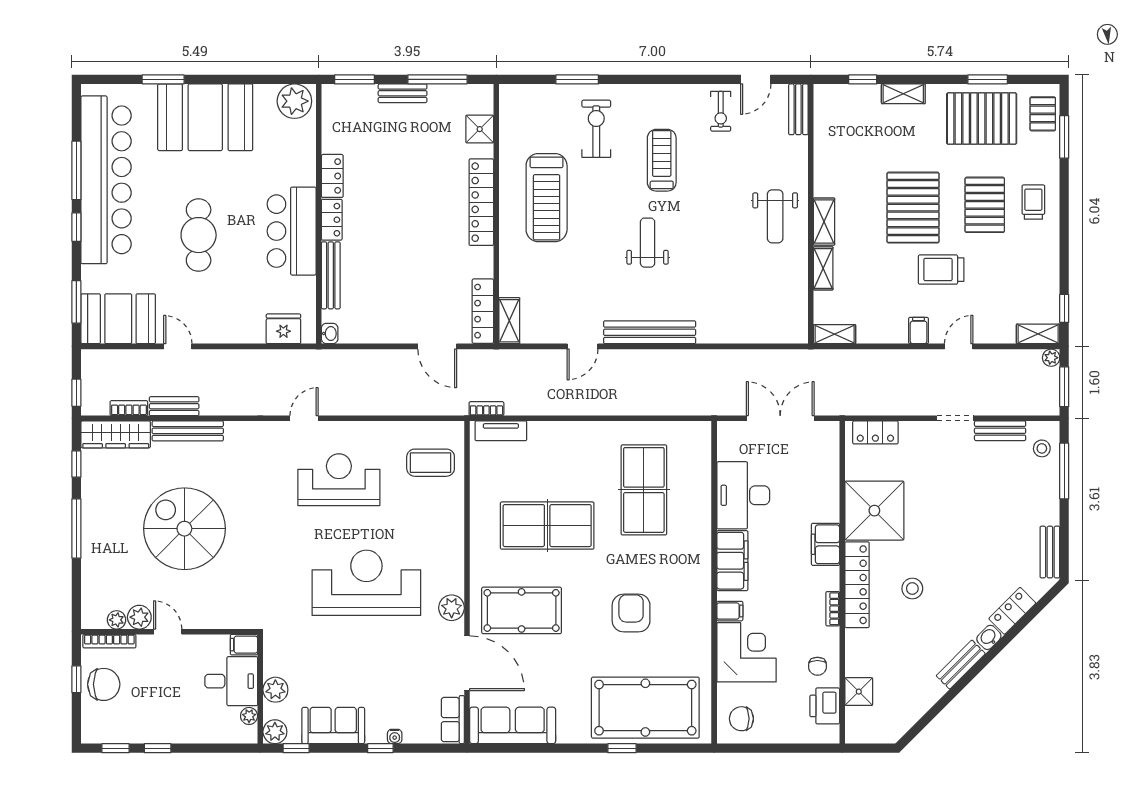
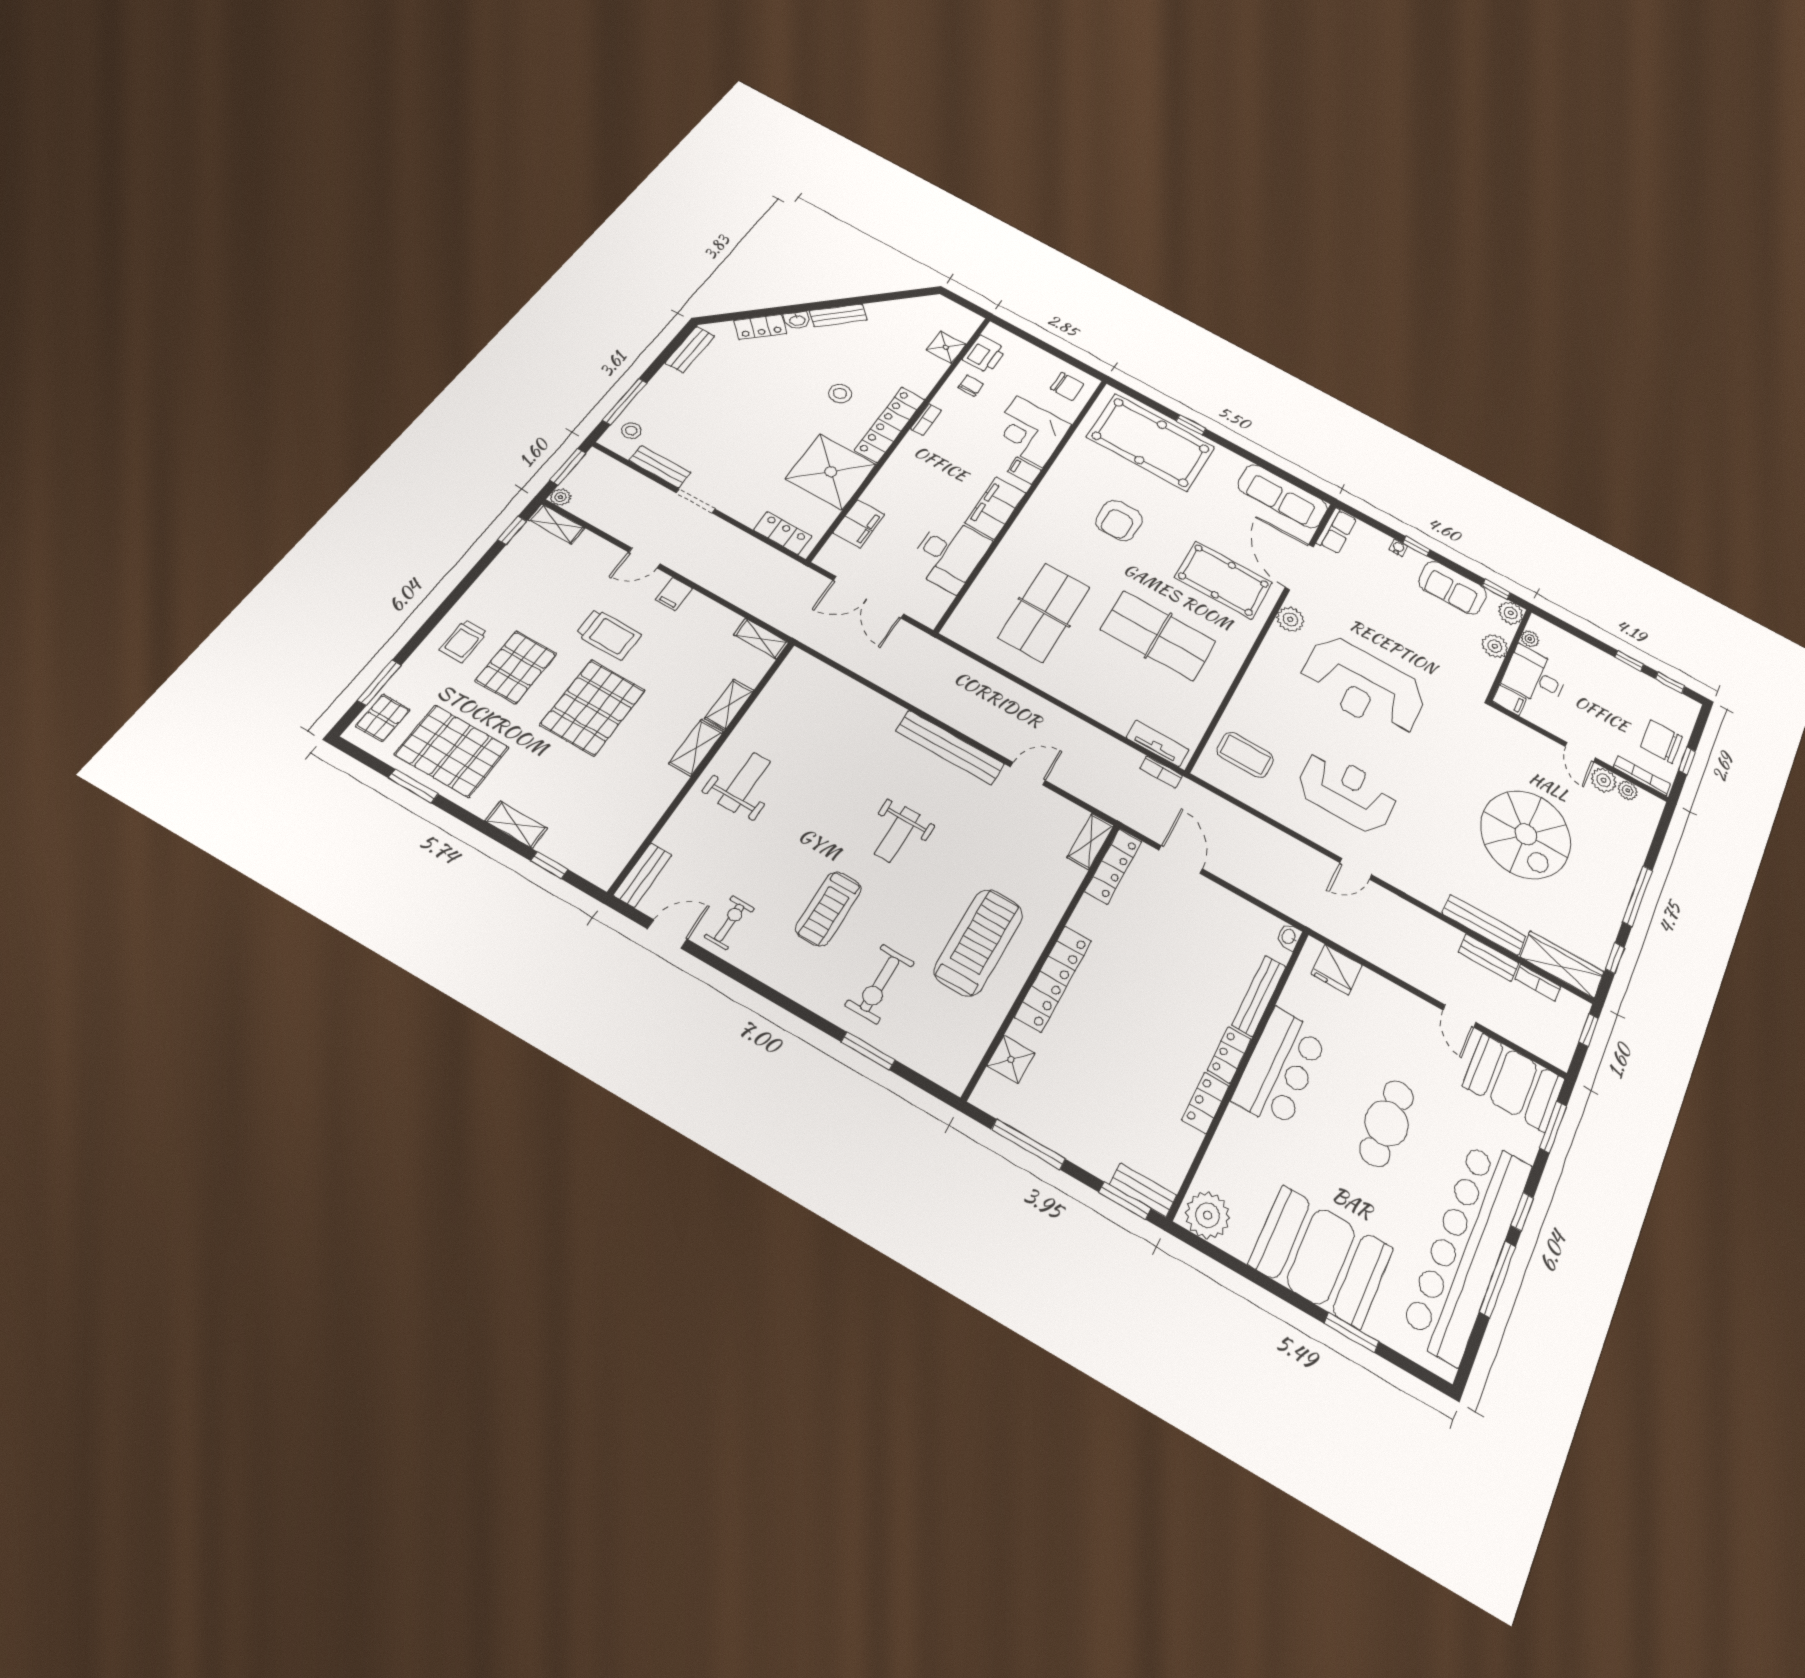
bench: (403, 93) -> (1143, 1190), moved
reception desk: (339, 480) -> (1347, 791), turned 180
filing cabinet: (826, 544) -> (859, 524), moved

